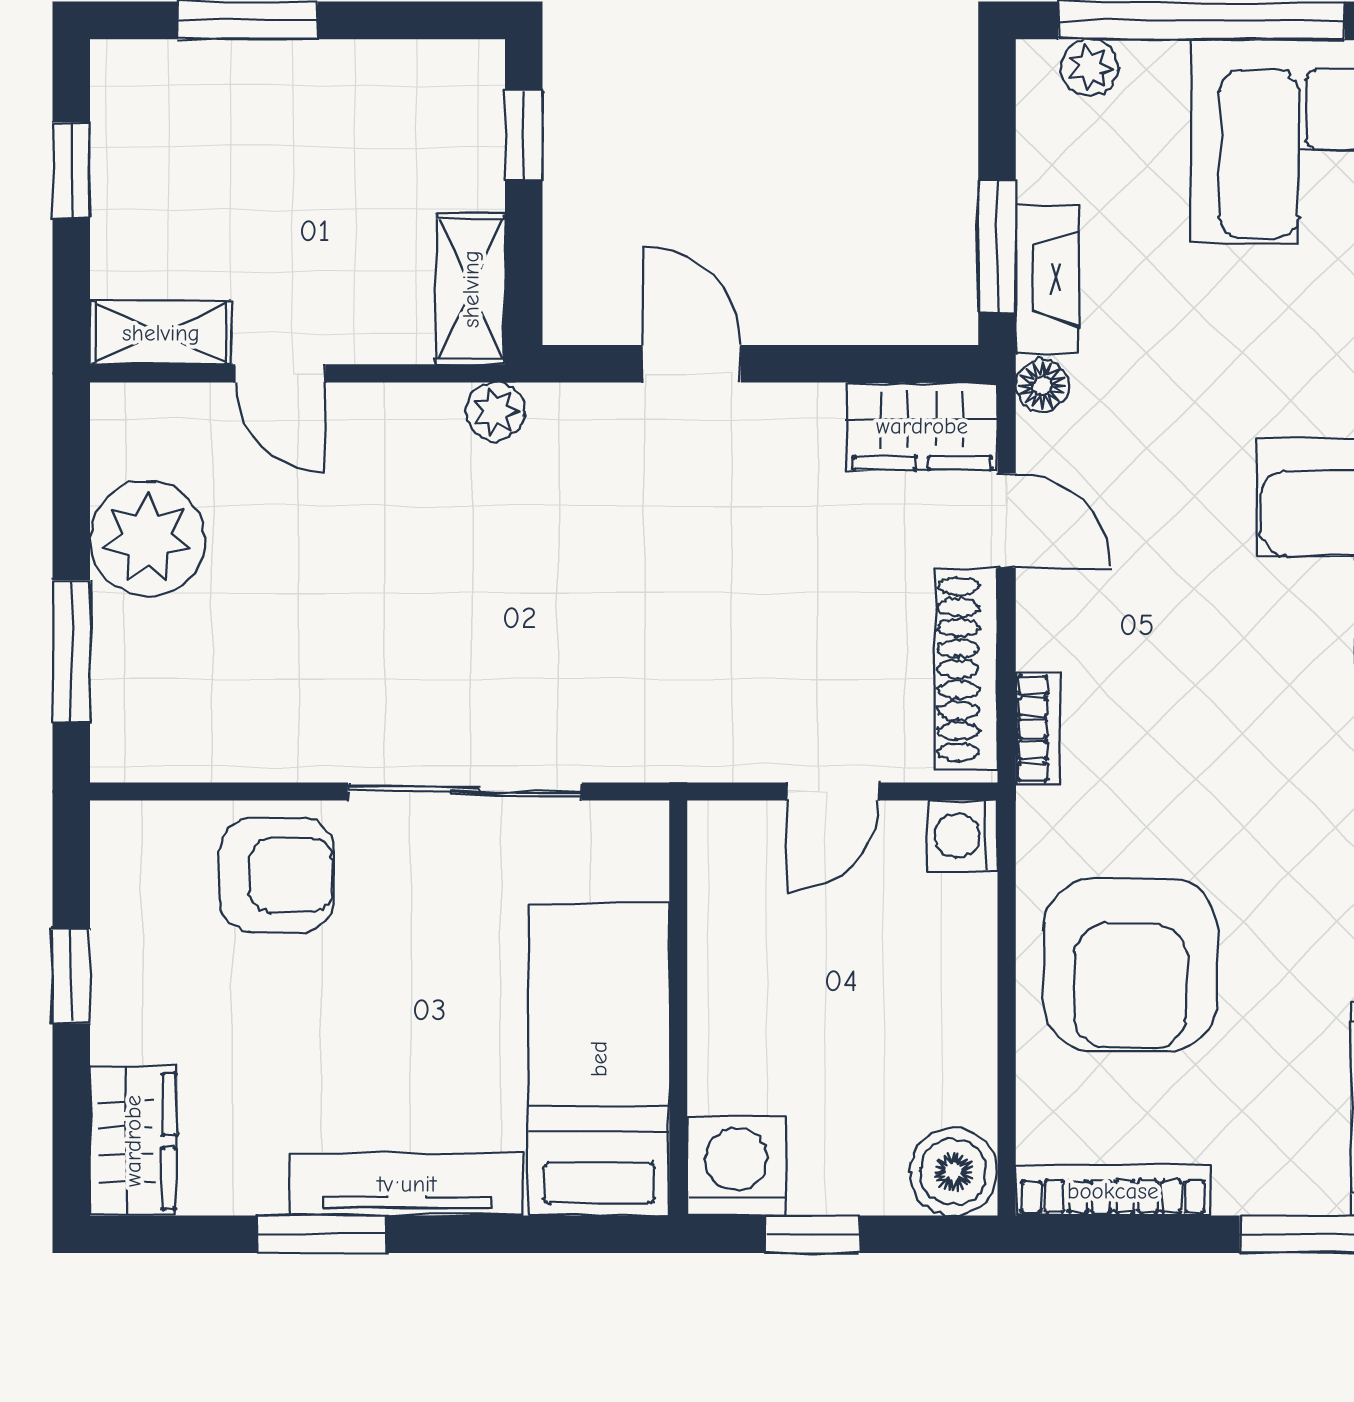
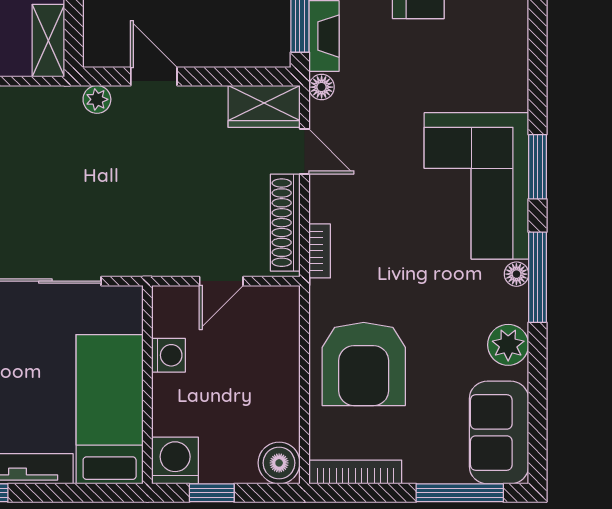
plant: (495, 412) -> (97, 99), moved
washing machine: (963, 836) -> (169, 355), moved, turned 180

